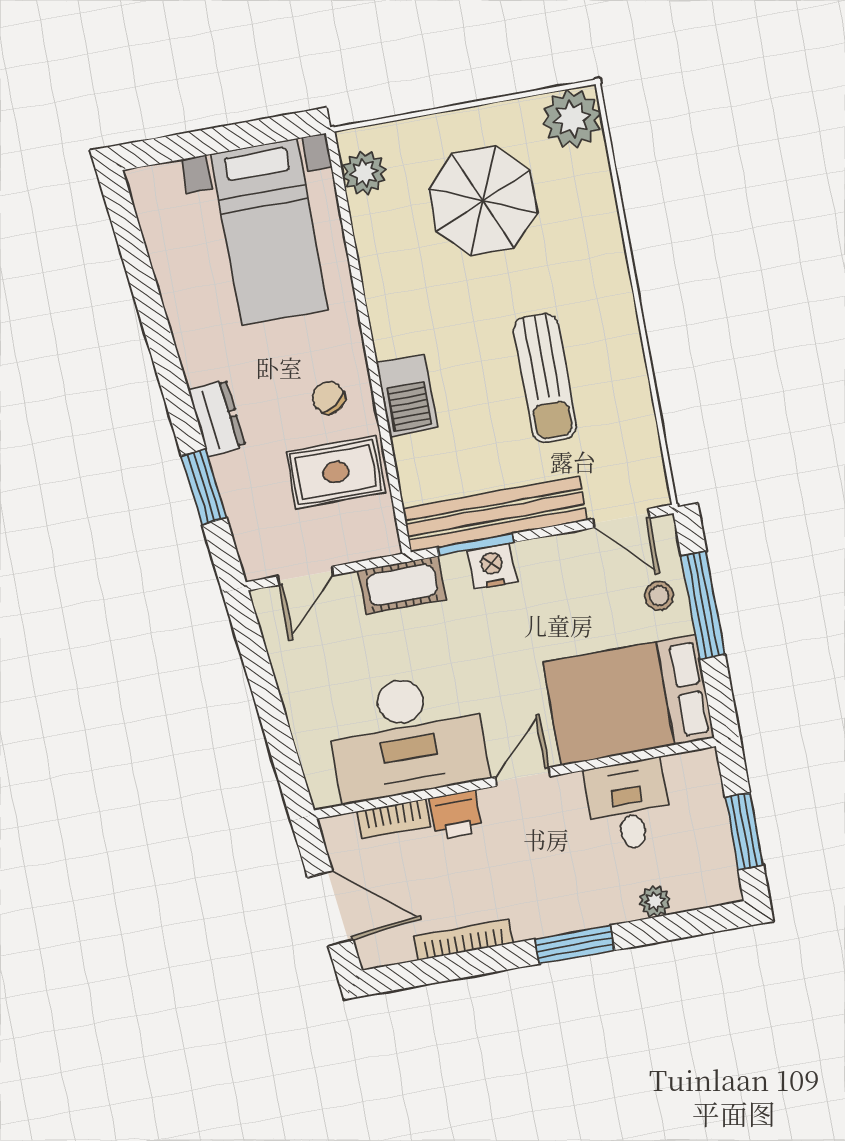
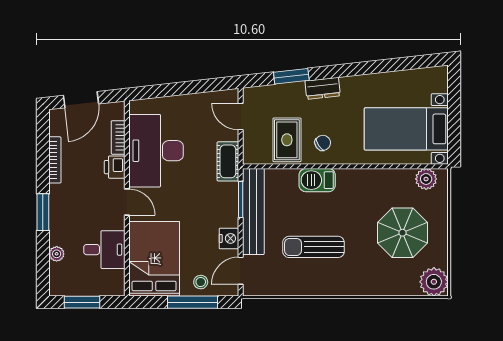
nightstand: (492, 566) -> (229, 238), moved

